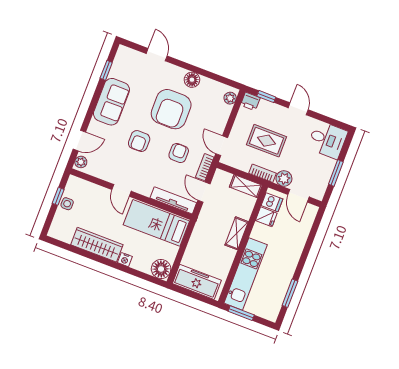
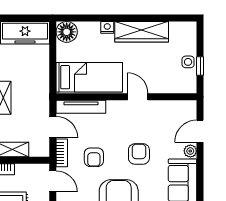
plant: (81, 162) -> (190, 151), moved

